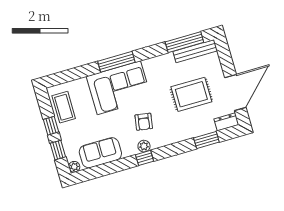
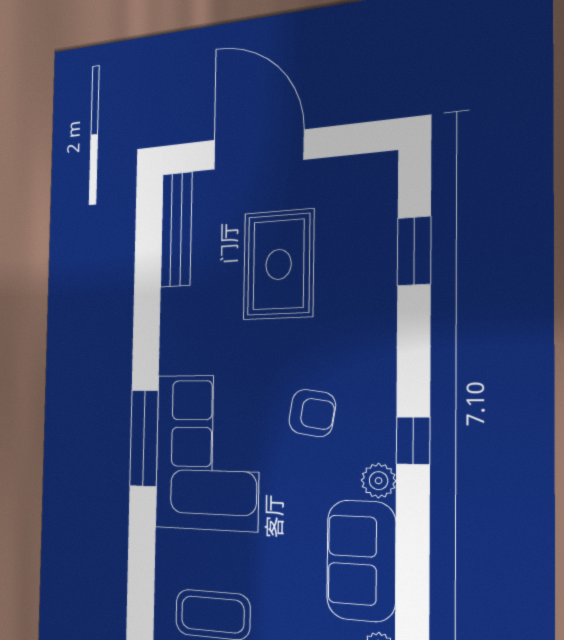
window: (184, 42) -> (148, 252), removed
door: (235, 92) -> (258, 150), moved
dresser: (226, 122) -> (380, 184), removed
plant: (144, 146) -> (379, 481), moved

